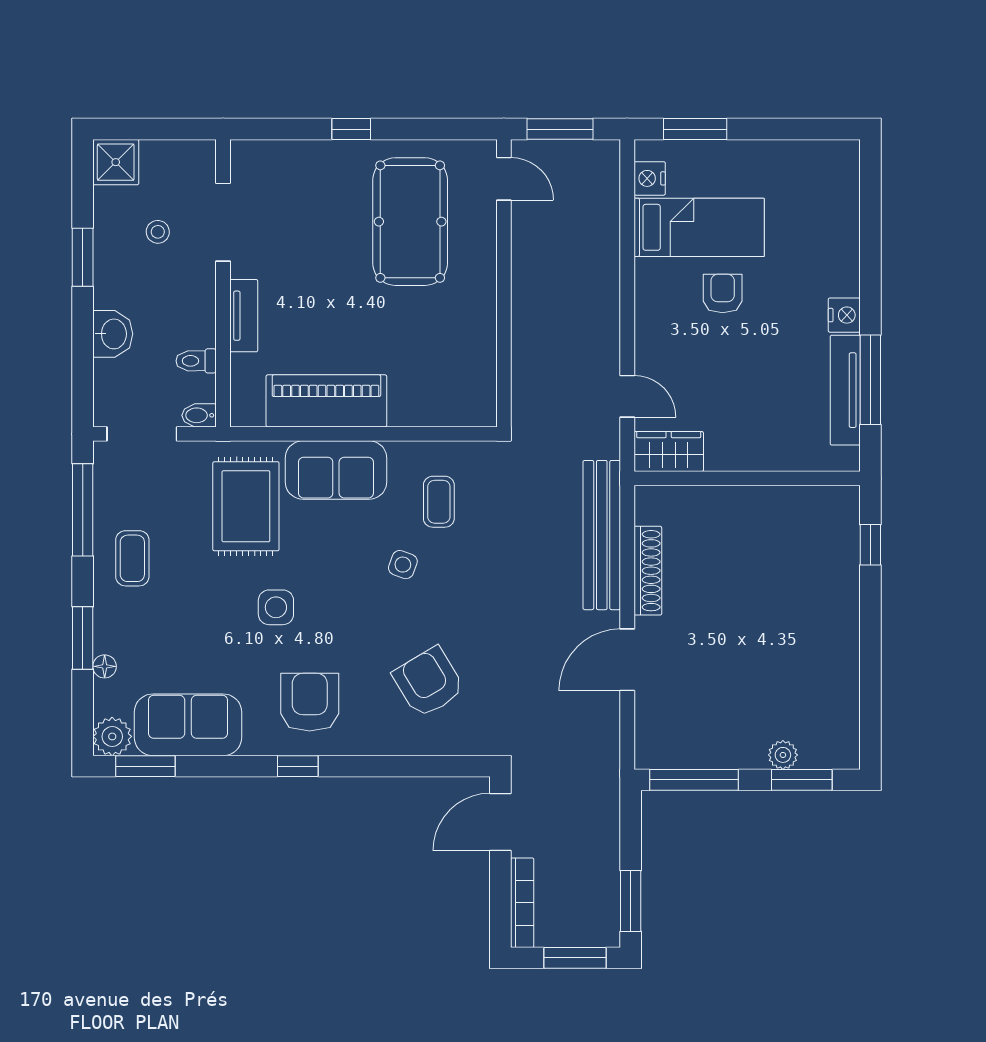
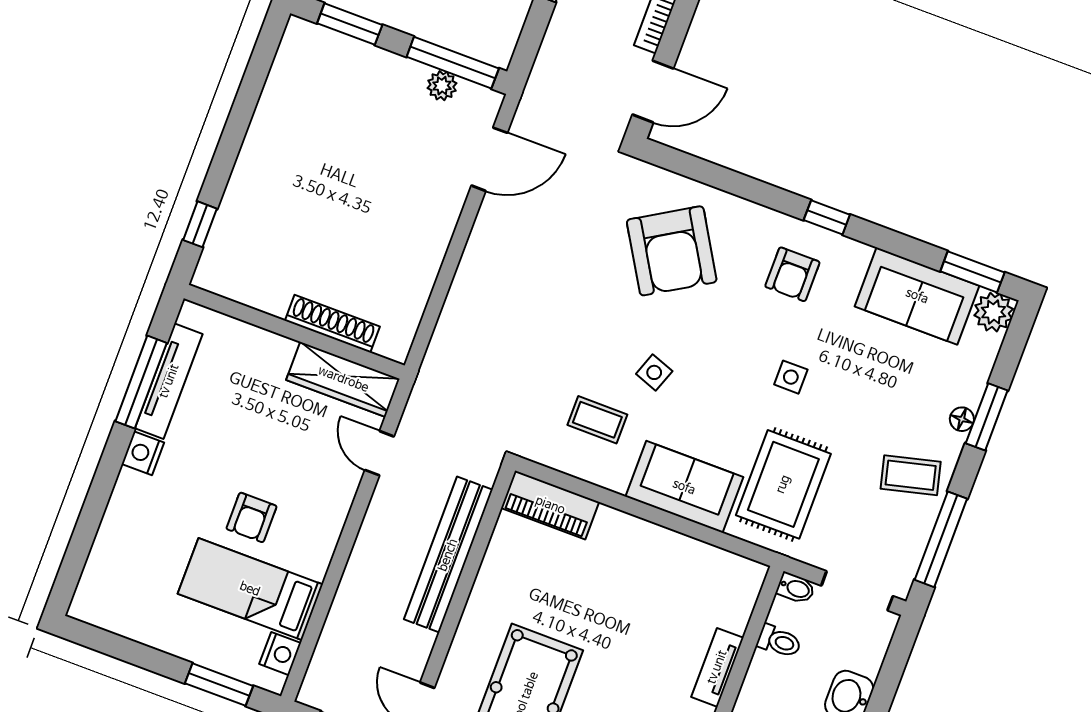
piano: (326, 401) -> (550, 505), moved, width x0.73, depth x0.75
wardrobe: (669, 451) -> (343, 379), width x1.50
coffee table: (439, 502) -> (597, 420), turned 90
bench: (602, 535) -> (448, 555), moved
coffee table: (132, 558) -> (911, 475), turned 76
shoe rack: (648, 571) -> (332, 324), moved, turned 90
side table: (276, 607) -> (791, 377), width x0.73, depth x0.73
door: (627, 660) -> (489, 159), moved
floor lamp: (105, 666) -> (962, 419), moved
armchair: (429, 682) -> (672, 251), width x1.36, depth x1.36
armchair: (310, 702) -> (792, 274), width x0.72, depth x0.72
plant: (783, 755) -> (442, 86), moved

